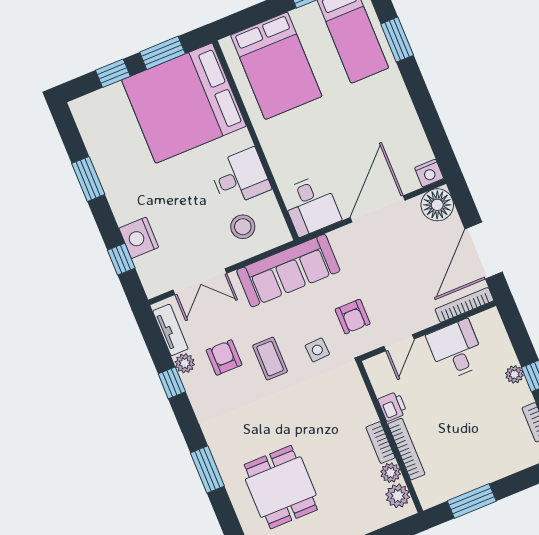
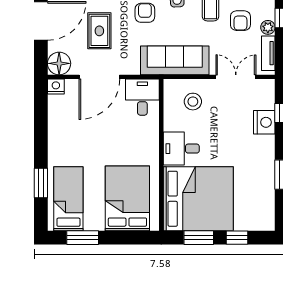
desk: (240, 177) -> (181, 149), moved
rug: (402, 269) -> (99, 31), added

